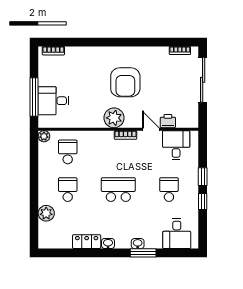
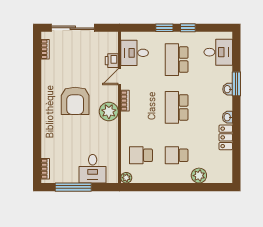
armchair: (125, 82) -> (75, 101), turned 90
window: (34, 97) -> (73, 187), moved
school desk: (169, 190) -> (177, 60), width x1.85

